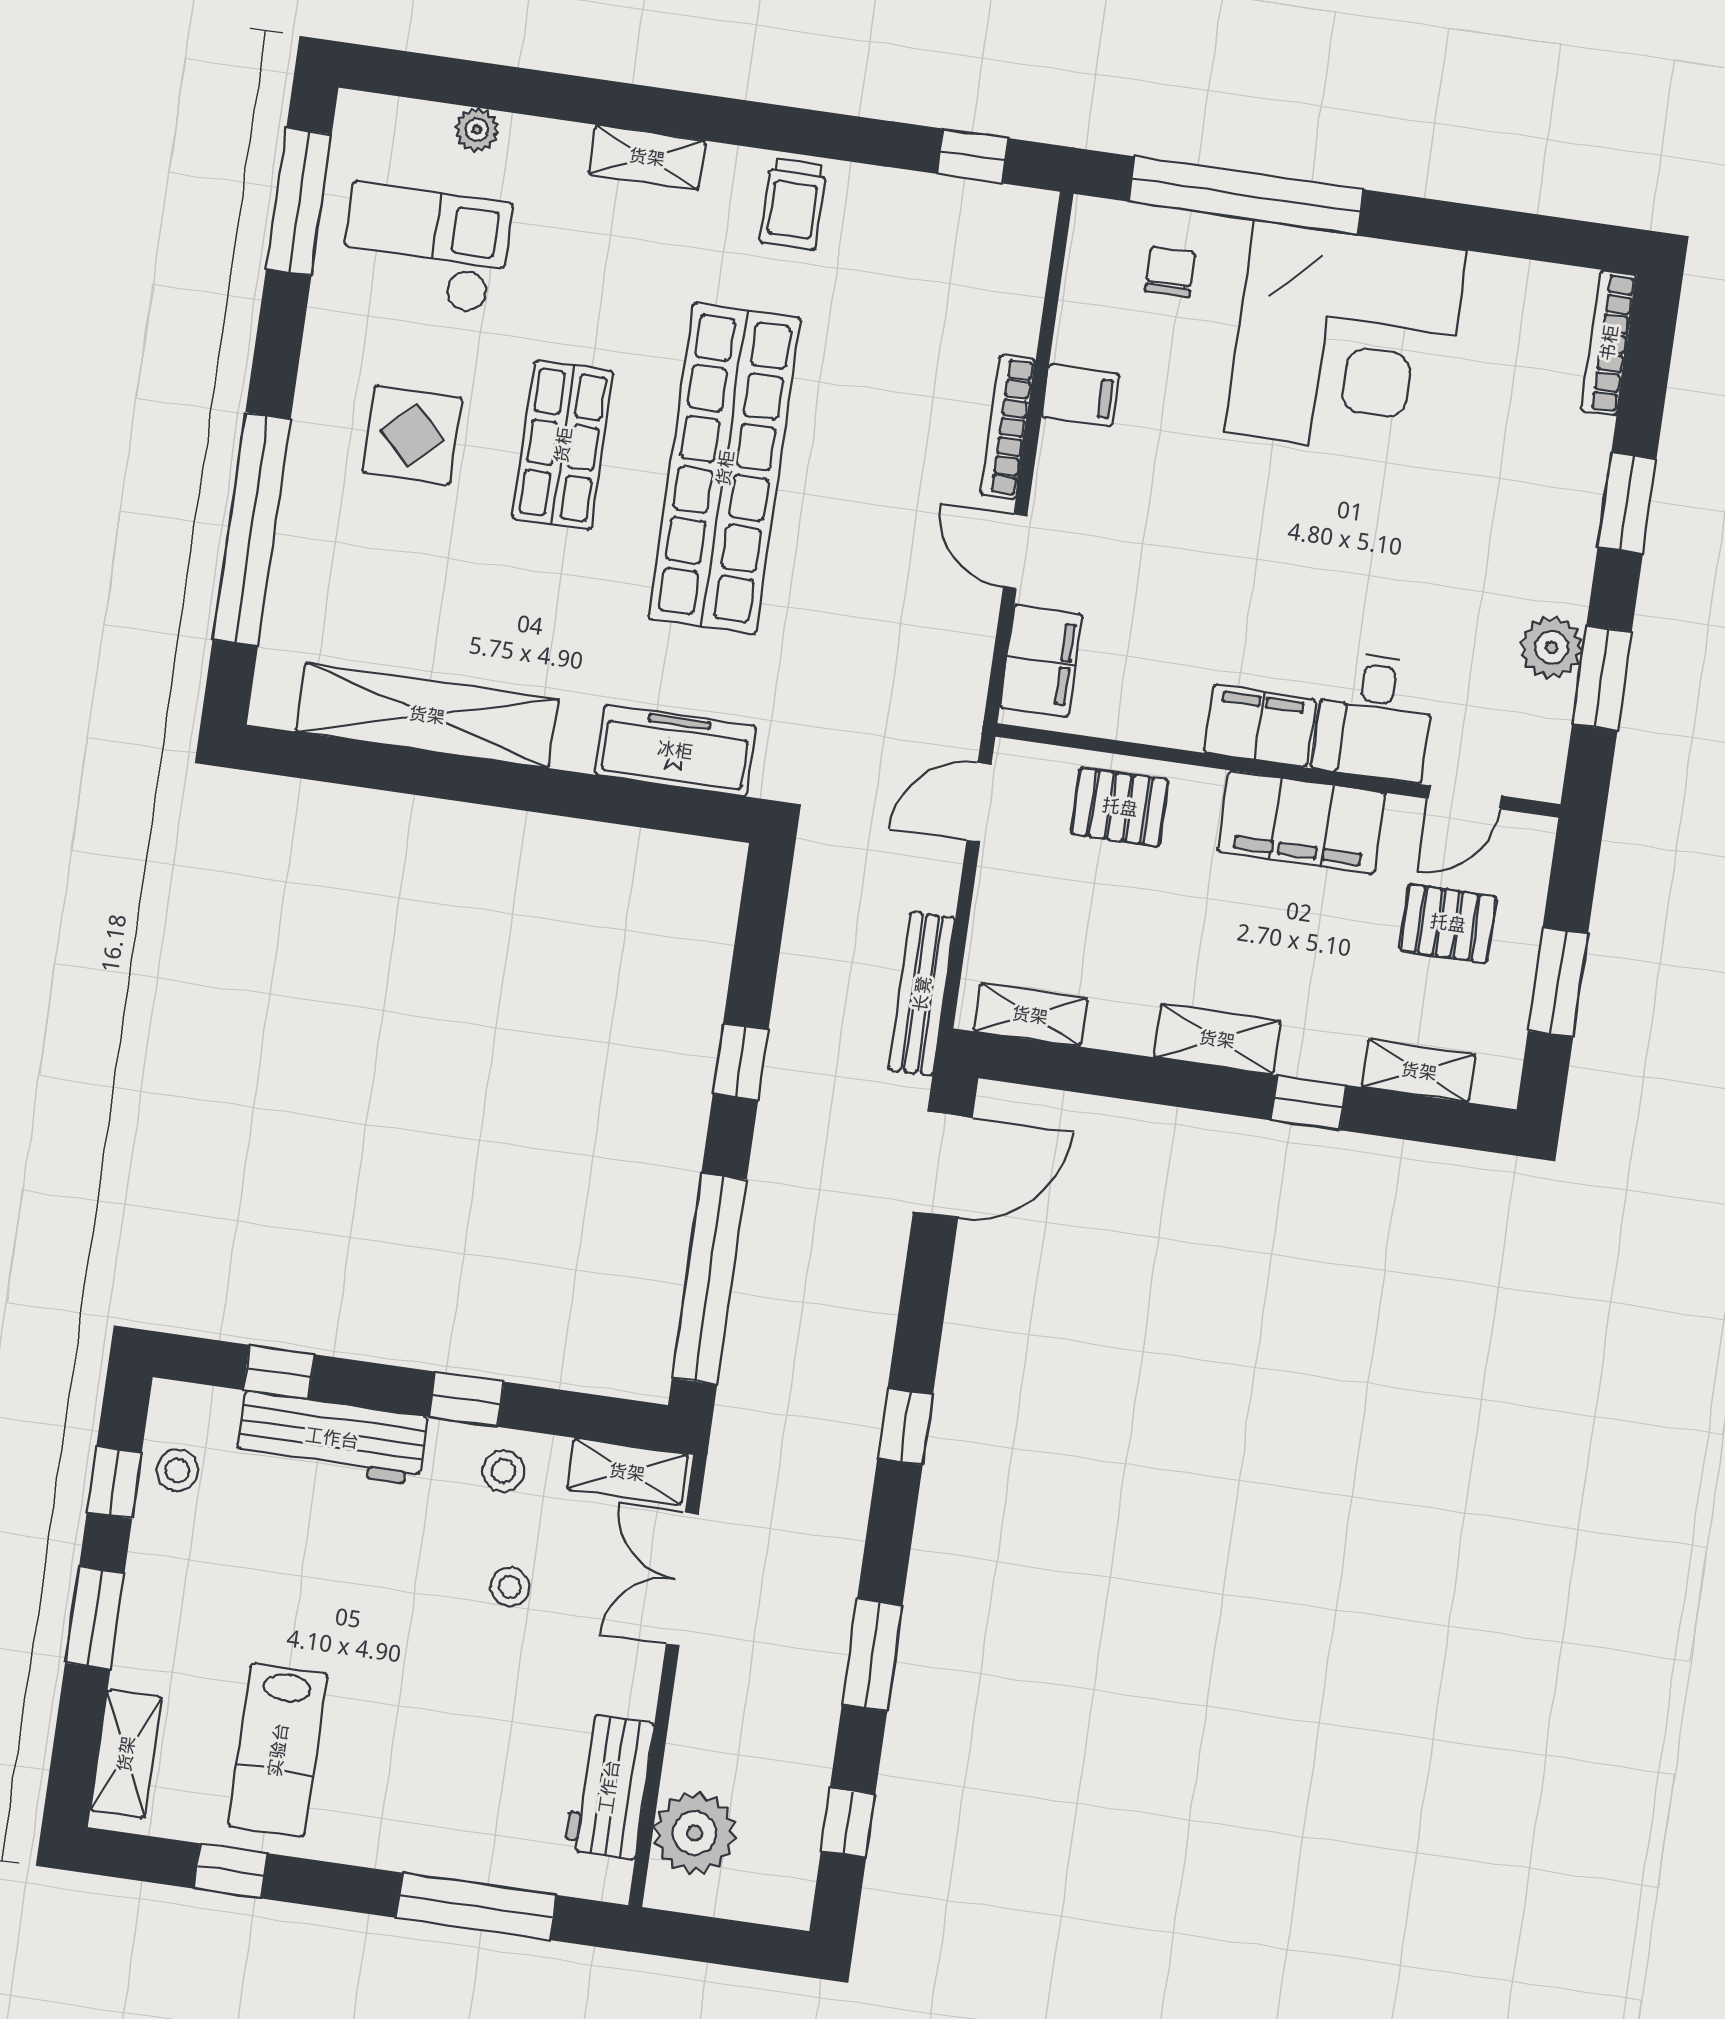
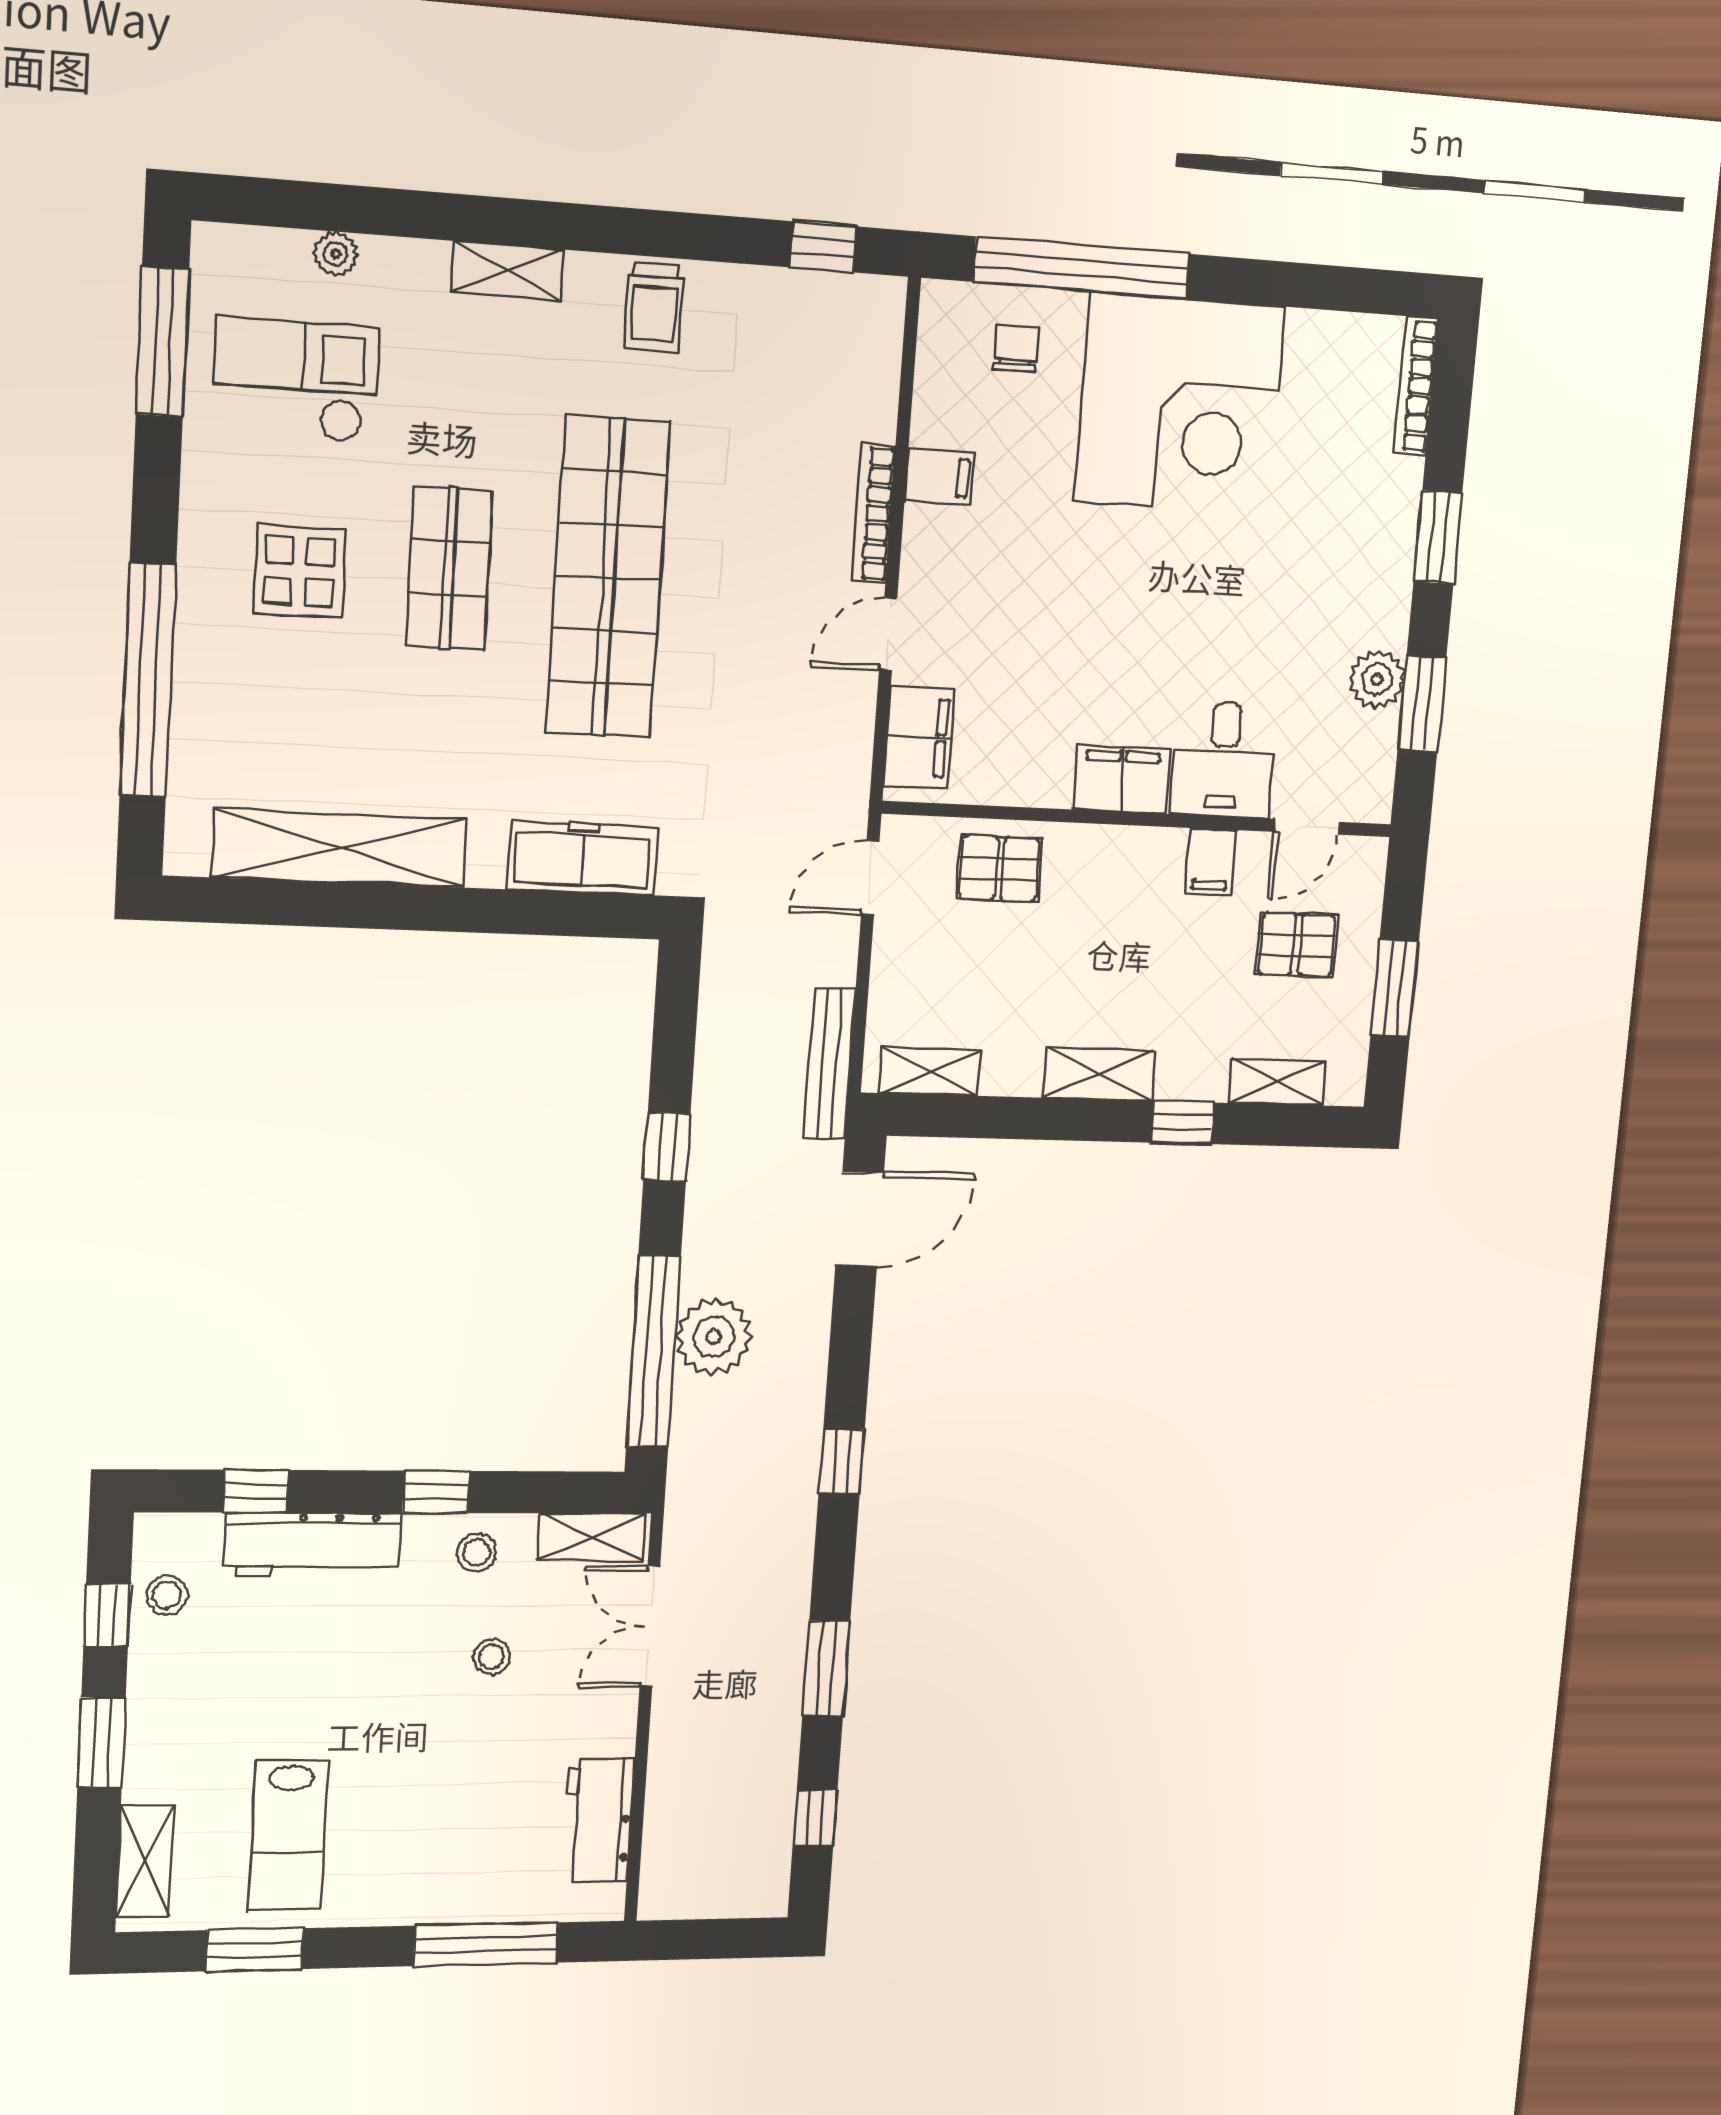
door: (1015, 551) -> (888, 634), hinge flipped
filing cabinet: (1302, 822) -> (1211, 862), width x0.33, depth x0.86
plant: (695, 1833) -> (714, 1336), moved
window: (230, 1871) -> (255, 1950), width x1.50

